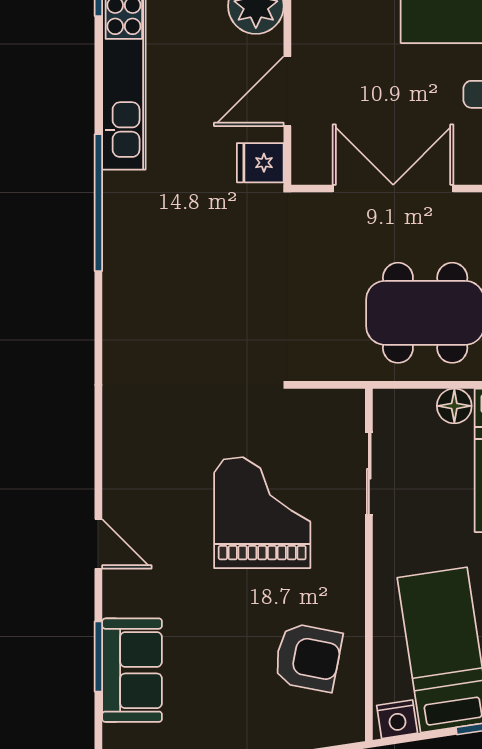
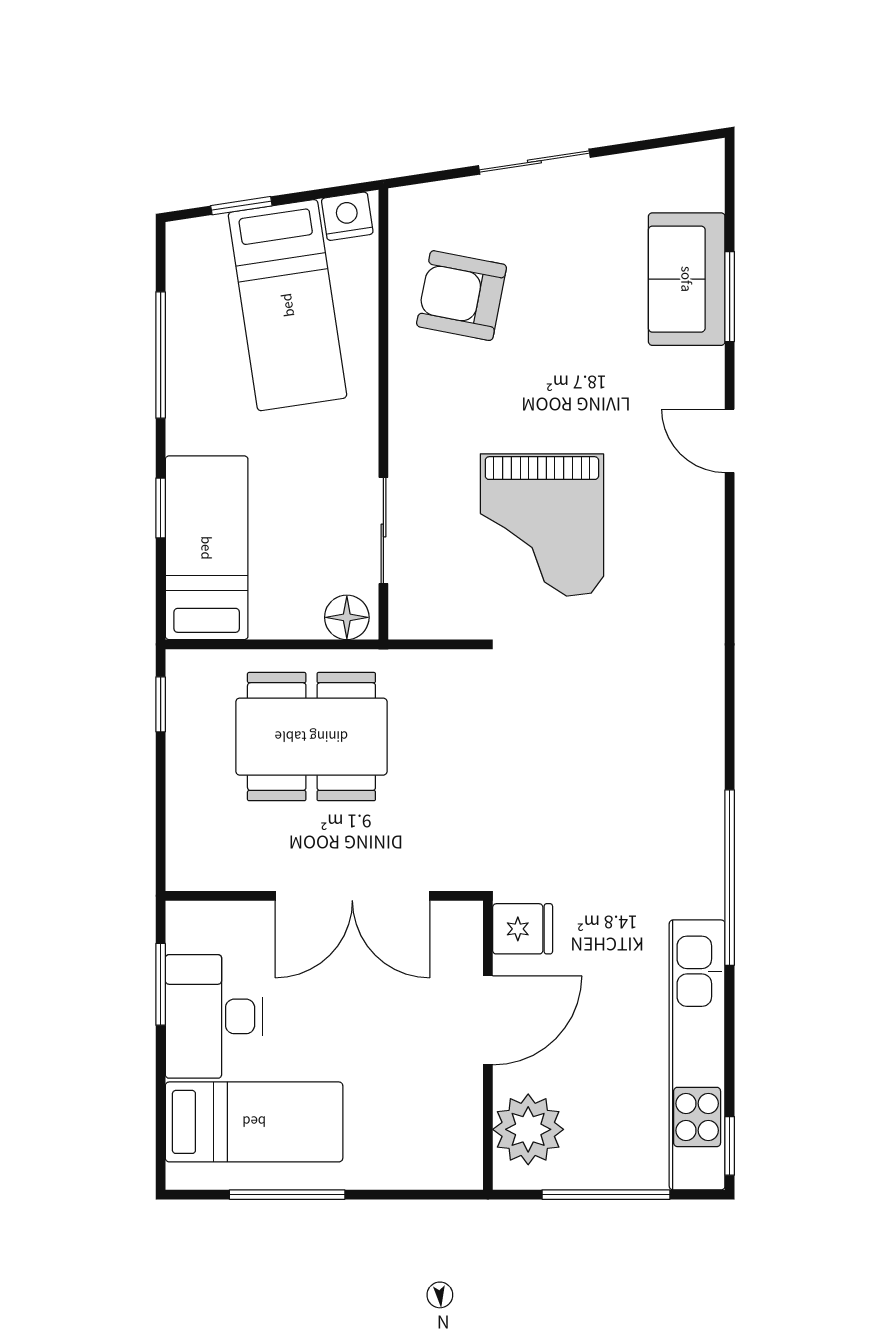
floor lamp: (454, 406) -> (347, 617), moved
grand piano: (262, 513) -> (542, 525), moved

